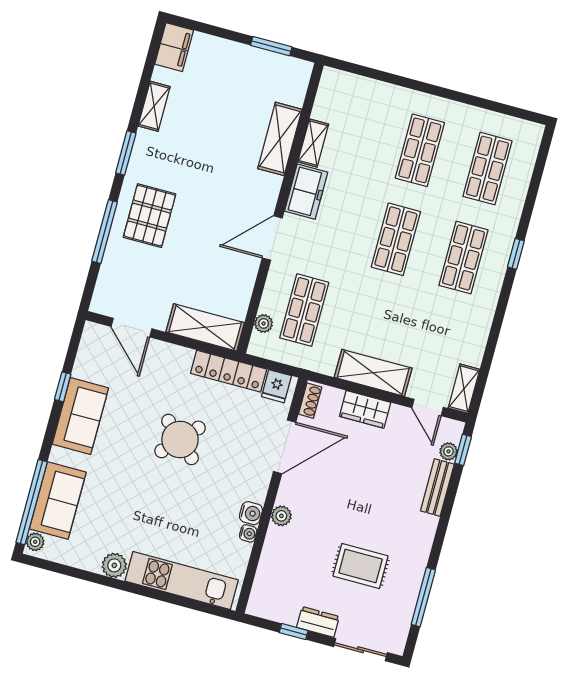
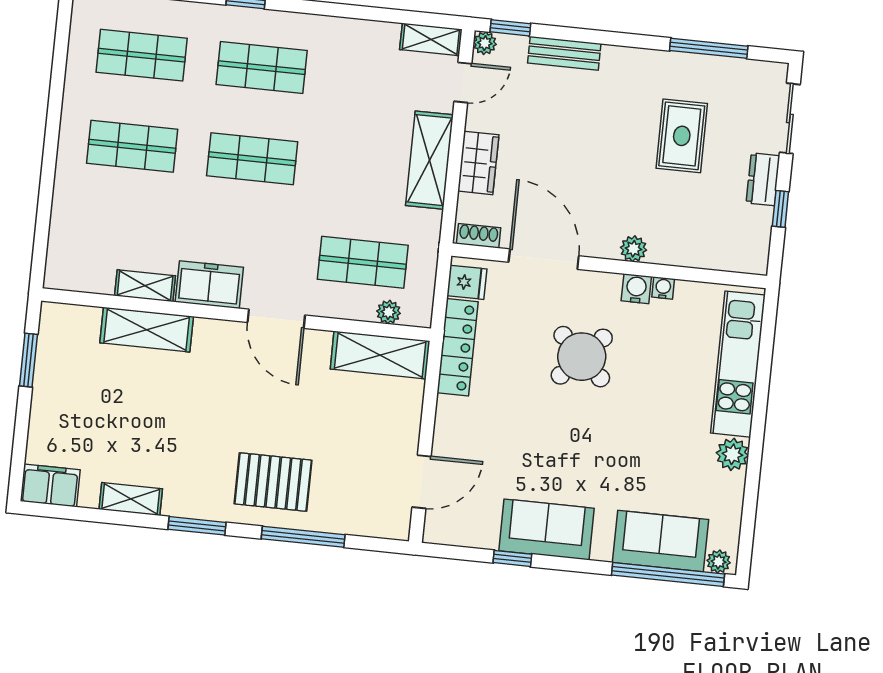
shelving: (205, 327) -> (380, 355), moved, turned 90
round table: (180, 439) -> (582, 357), moved
plant: (449, 451) -> (485, 43), moved

